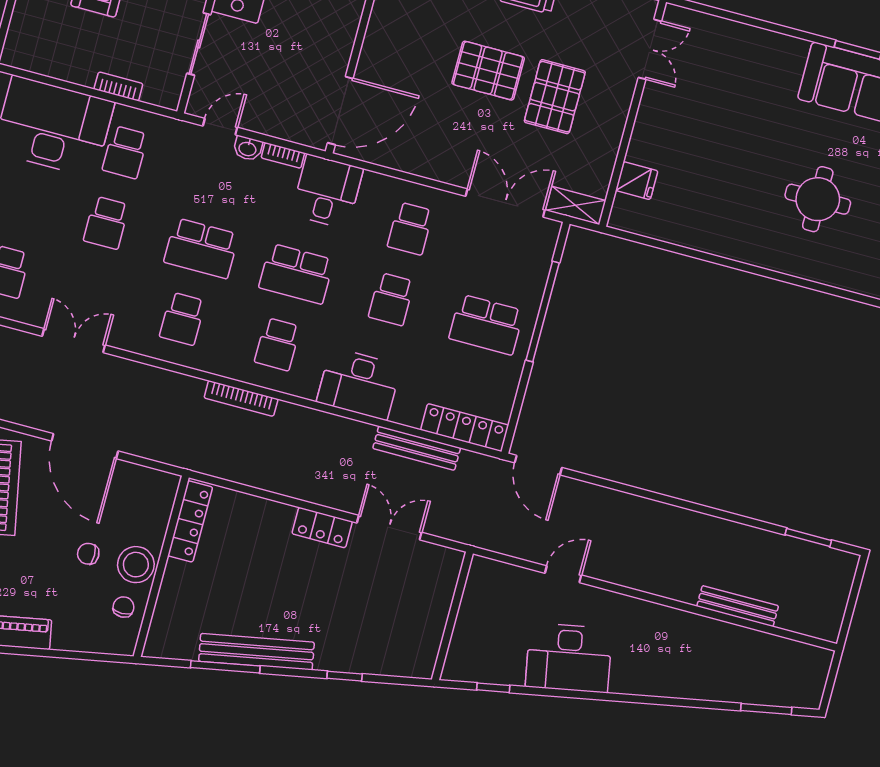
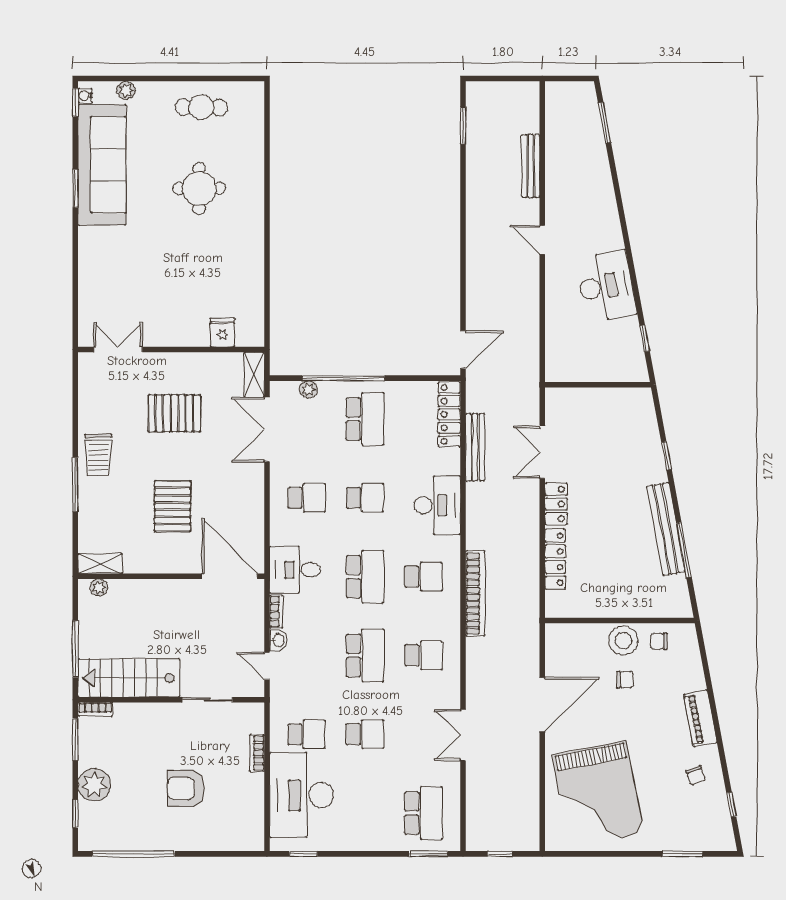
pallet: (488, 71) -> (173, 506), moved
plant: (540, 266) -> (309, 390), added
bookcase: (241, 398) -> (475, 594), width x1.48, depth x1.31
locker: (190, 521) -> (555, 559), moved, turned 90
chair: (88, 554) -> (625, 680), turned -90
door: (563, 574) -> (542, 240), moved

